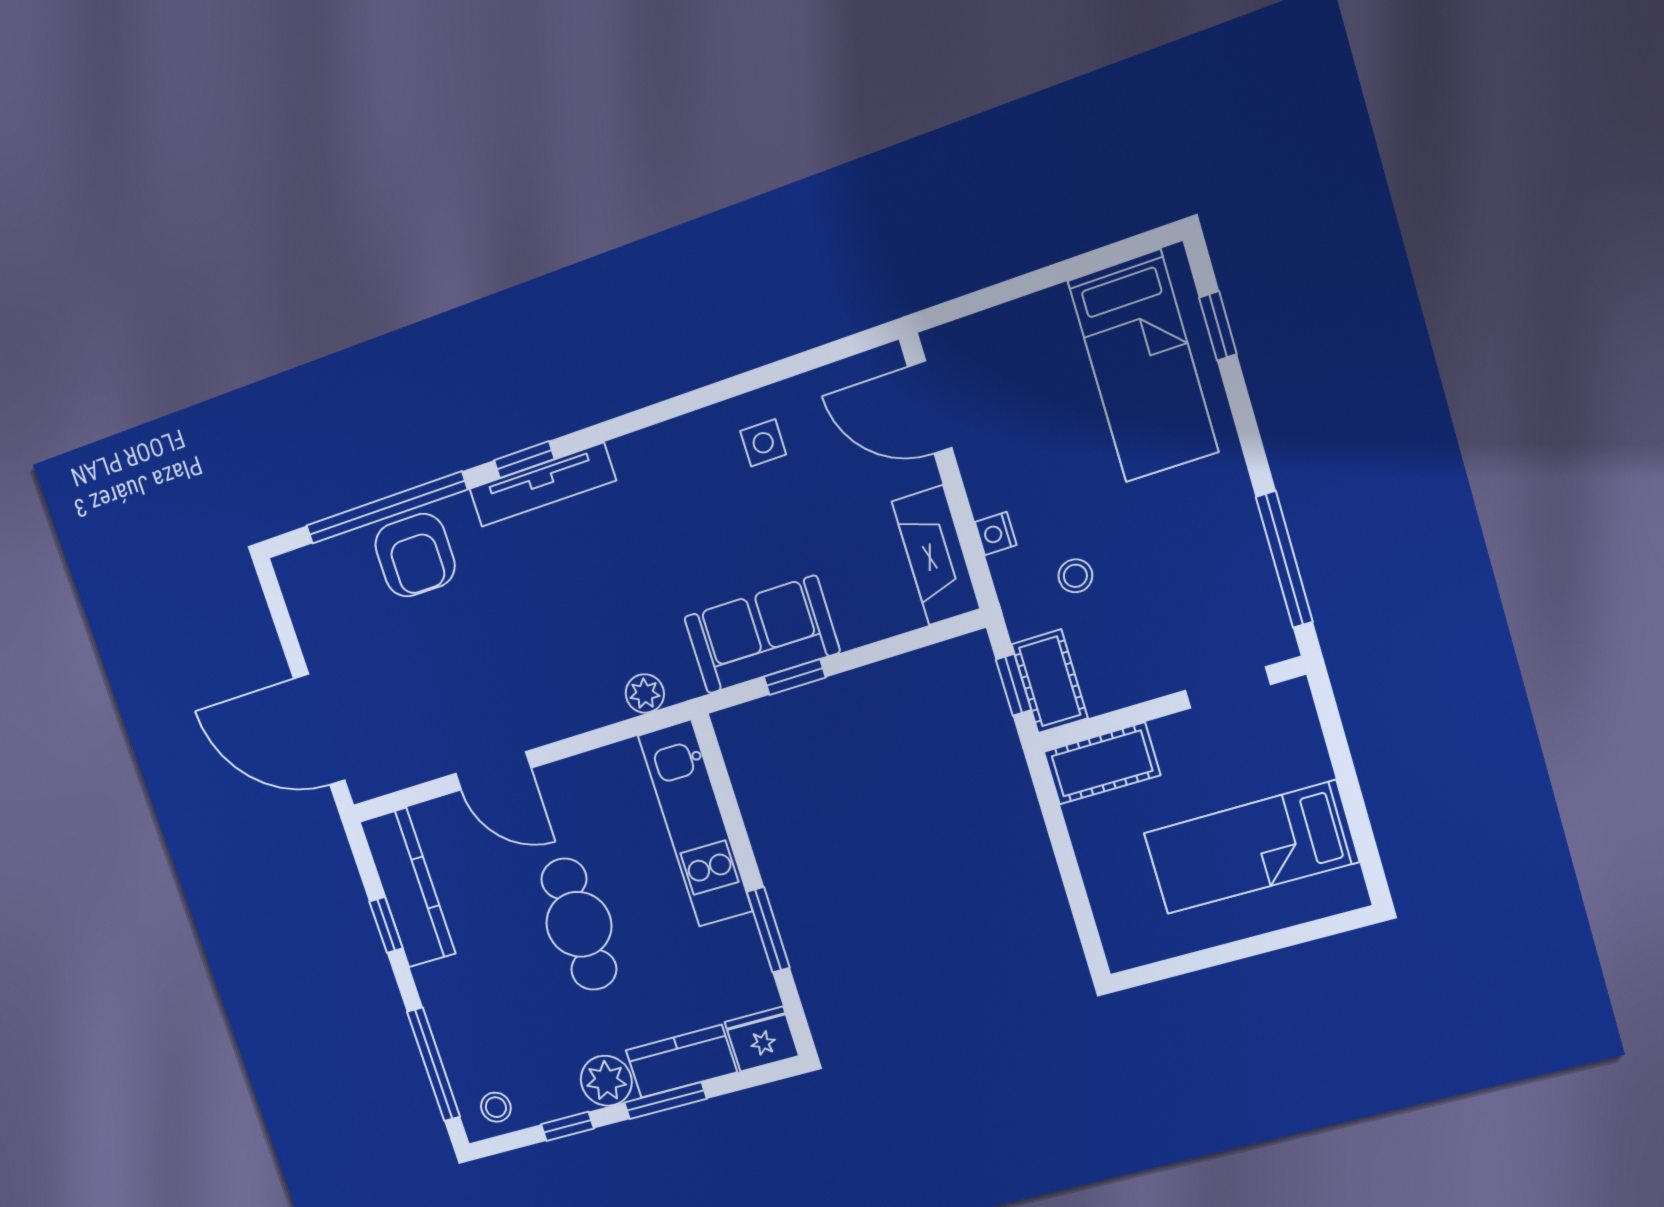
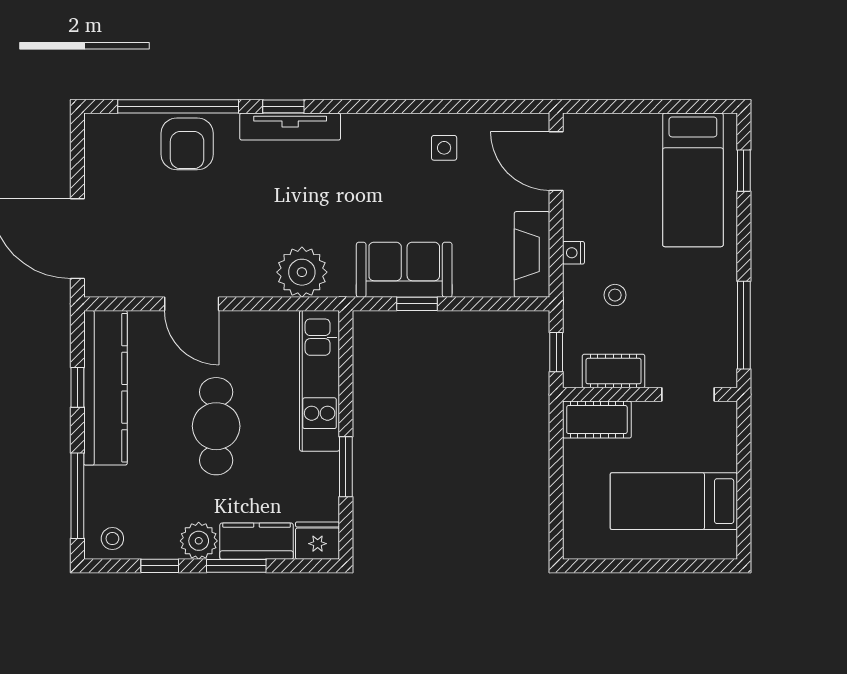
cot: (1050, 681) -> (614, 371), moved, turned 90
plant: (645, 693) -> (302, 272), width x1.88, depth x1.88
kitchen counter: (408, 888) -> (105, 388), width x1.39, depth x1.17

